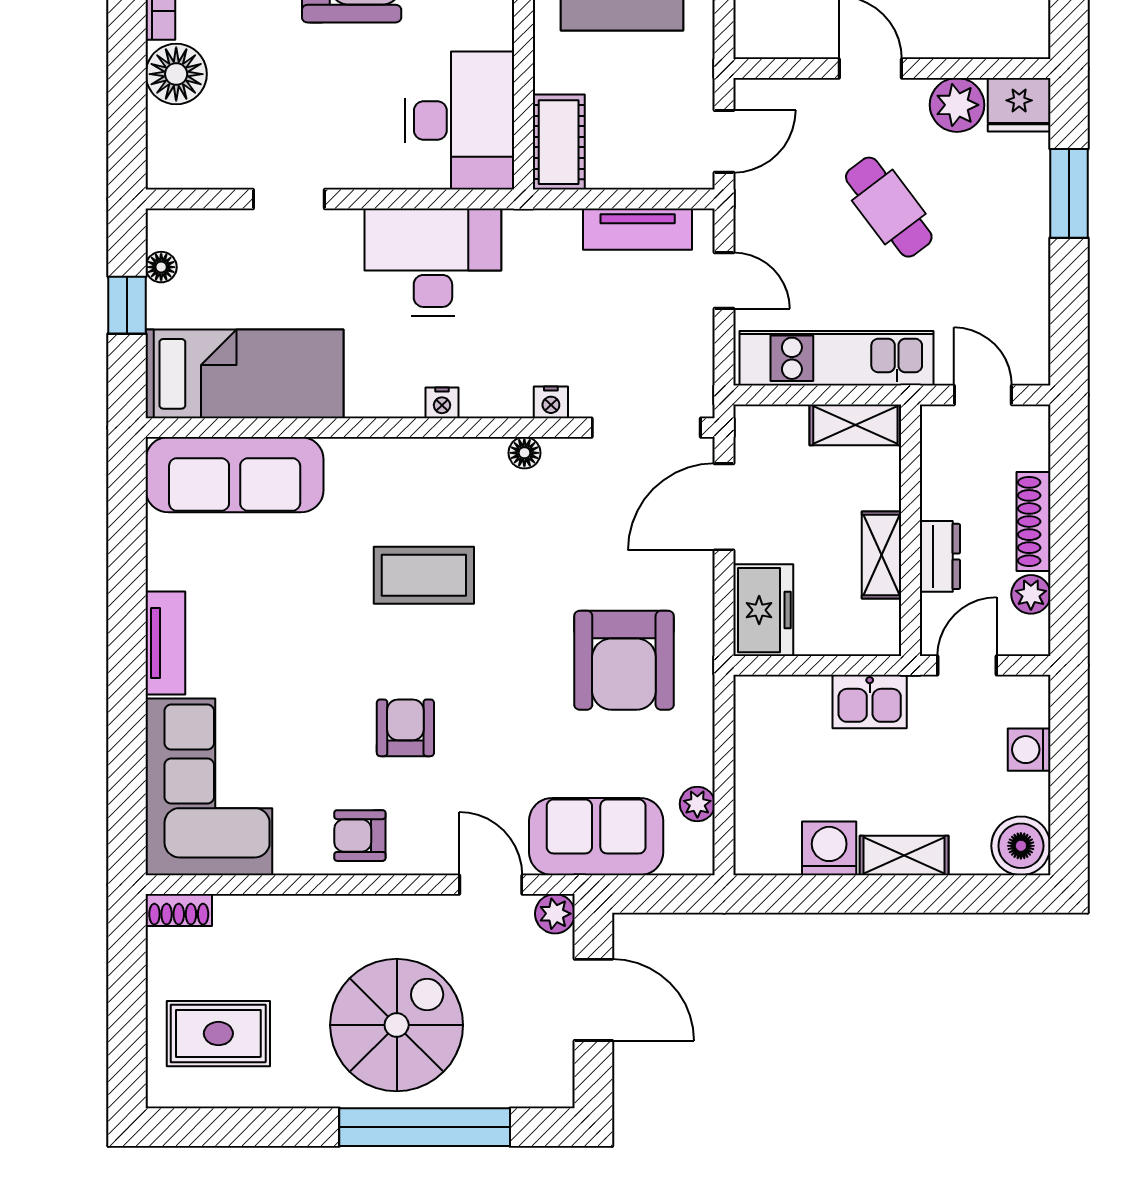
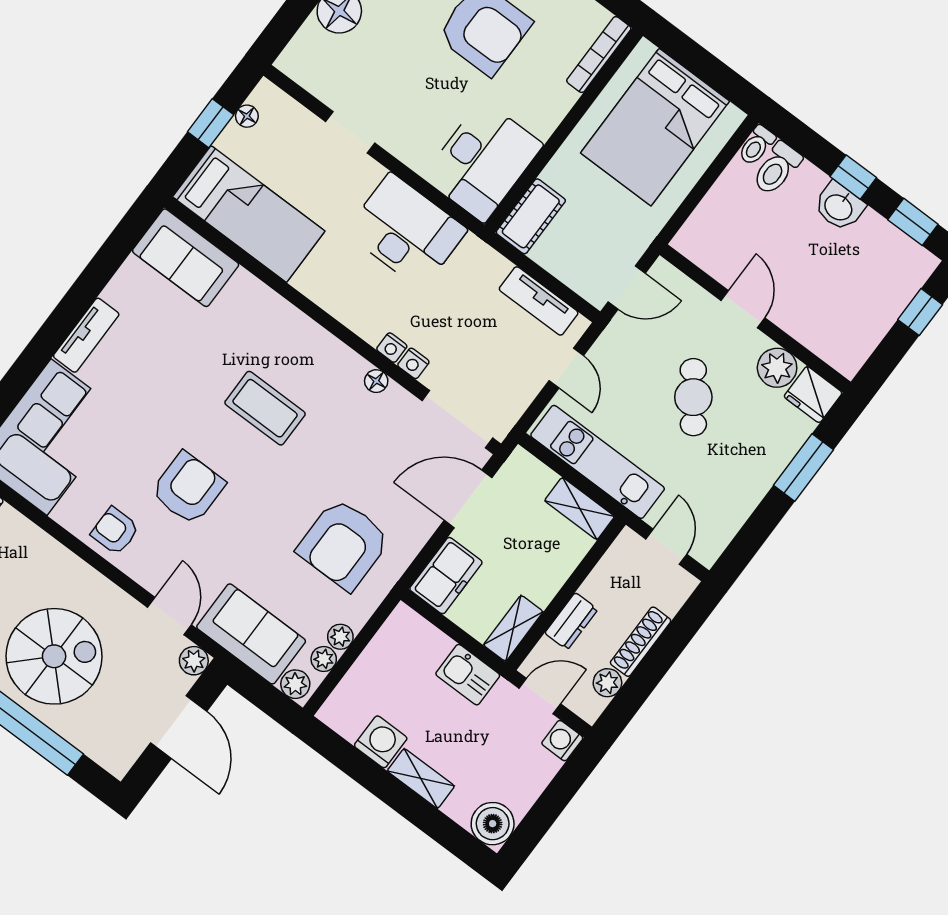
nightstand: (442, 403) -> (392, 348), moved
sofa: (235, 475) -> (186, 258), width x0.73
shelving: (882, 555) -> (513, 628), moved
armchair: (405, 728) -> (188, 488), width x1.38, depth x1.38
washing machine: (1029, 750) -> (562, 741), moved
plant: (697, 765) -> (340, 637), added
plant: (687, 855) -> (295, 684), added

